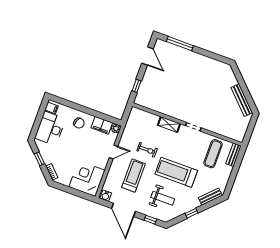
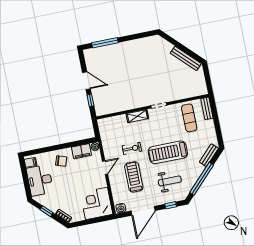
door: (148, 56) -> (86, 81), moved
door: (124, 210) -> (143, 211), hinge flipped
window: (192, 213) -> (202, 179), width x3.17

